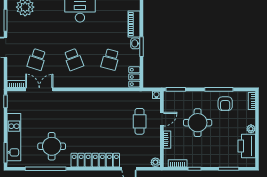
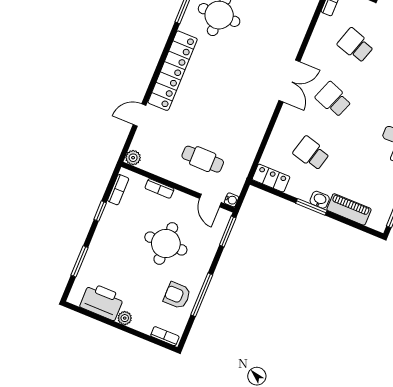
school desk: (73, 59) -> (333, 99), turned 42
double door: (39, 89) -> (289, 81), moved
door: (162, 119) -> (210, 200), moved

